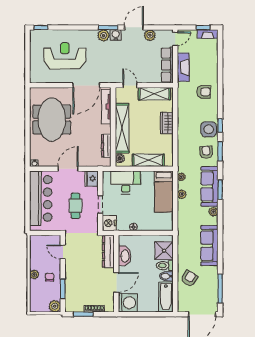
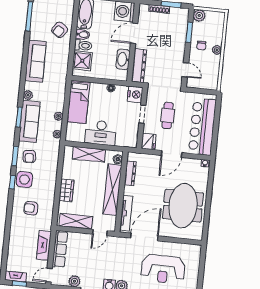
door: (130, 85) -> (100, 232), hinge flipped
armchair: (204, 92) -> (31, 208), moved
desk: (126, 182) -> (101, 133), moved
bed: (164, 191) -> (78, 102), moved, turned 180

